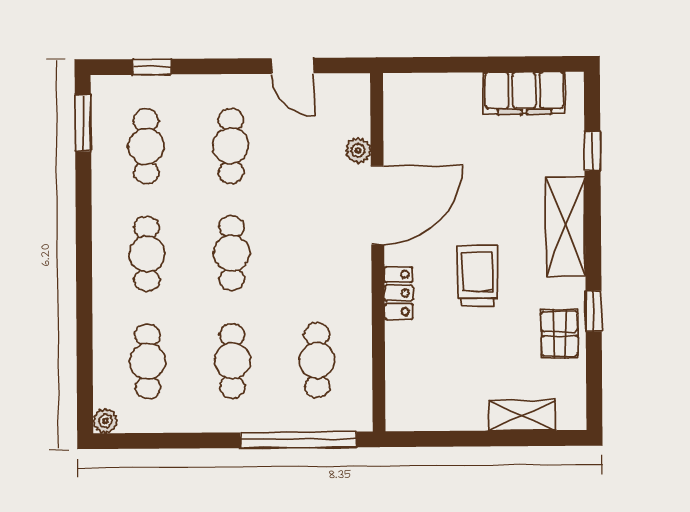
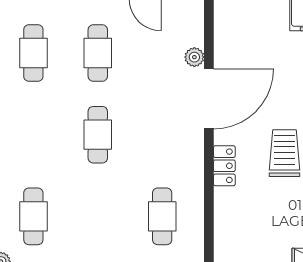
cafe table: (147, 254) -> (33, 135), removed
cafe table: (232, 361) -> (98, 216), removed

